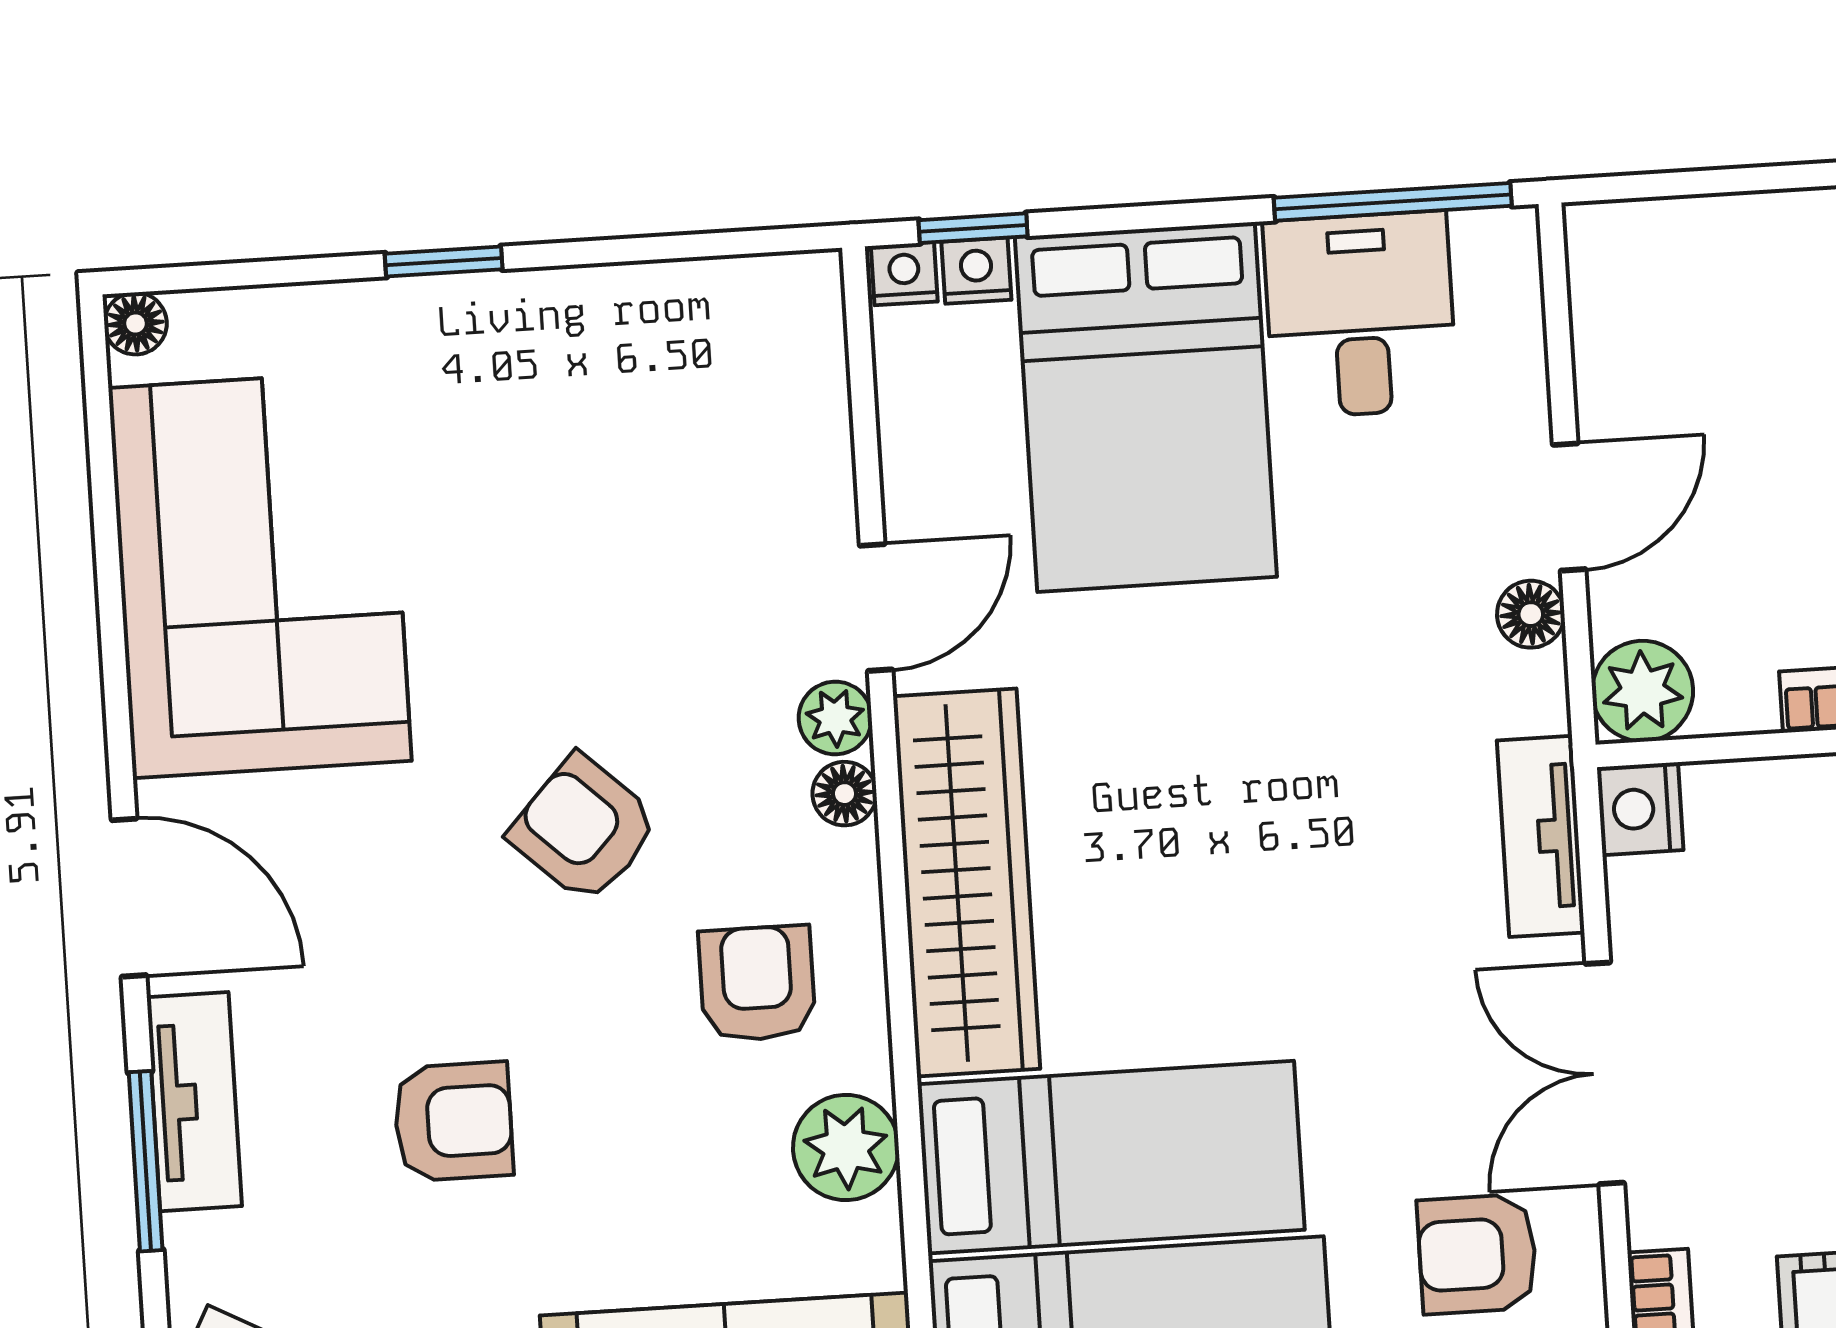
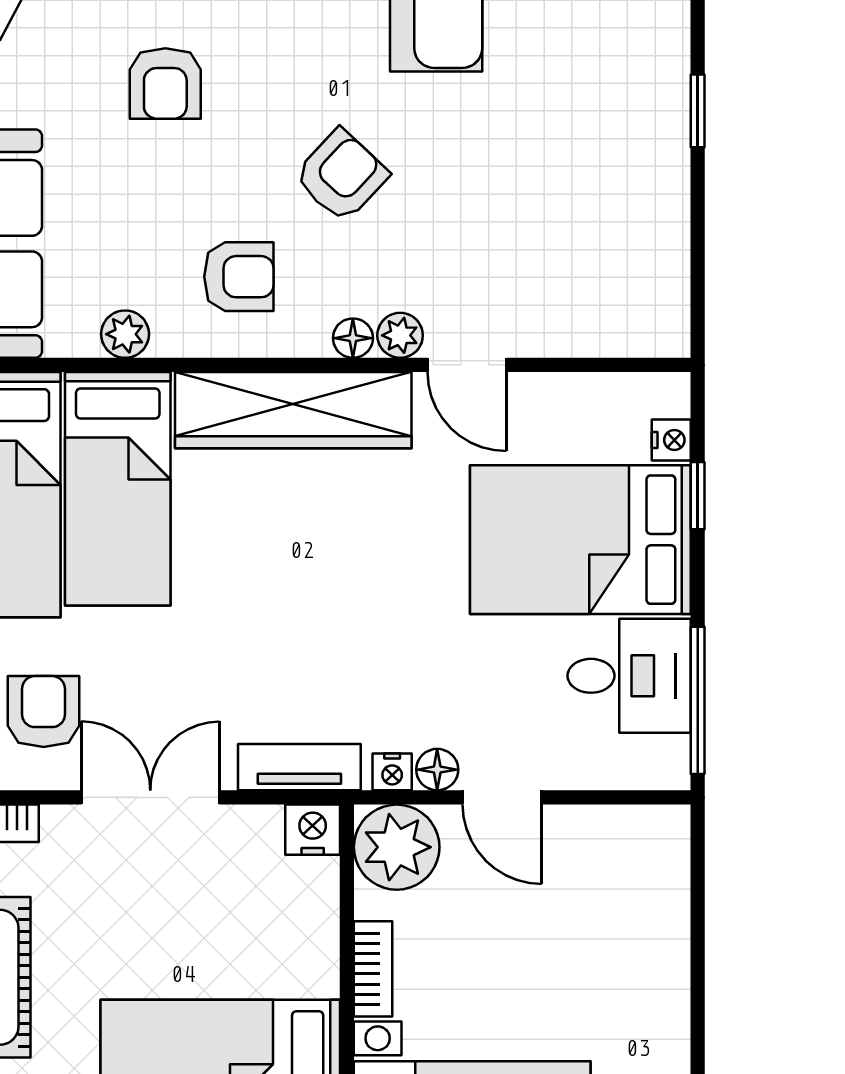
window: (973, 228) -> (698, 496), moved
nightstand: (904, 274) -> (392, 772), moved, turned 90
plant: (1643, 691) -> (397, 847), width x1.36, depth x1.36
plant: (846, 1148) -> (125, 334), width x0.73, depth x0.73

